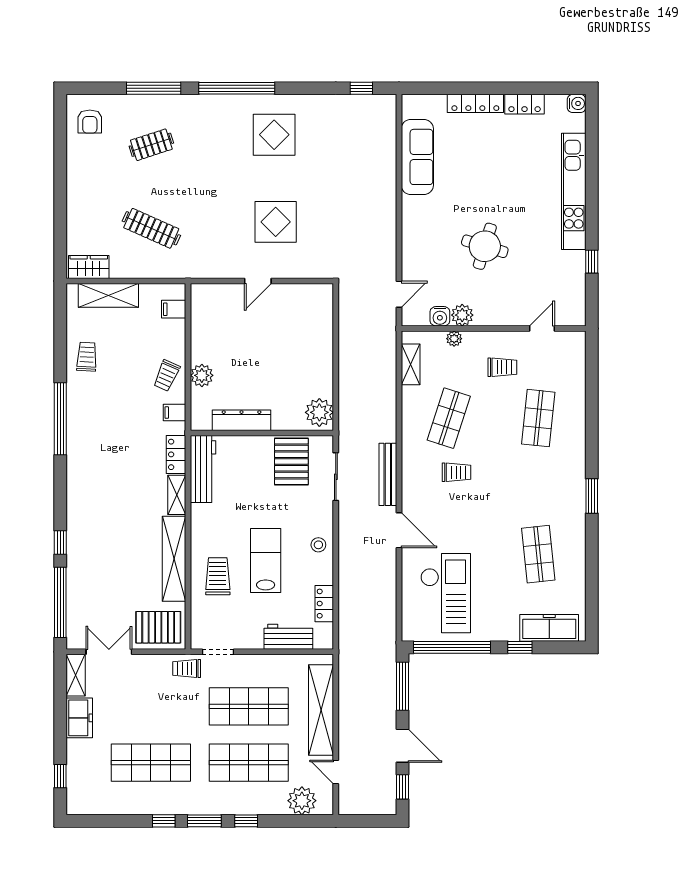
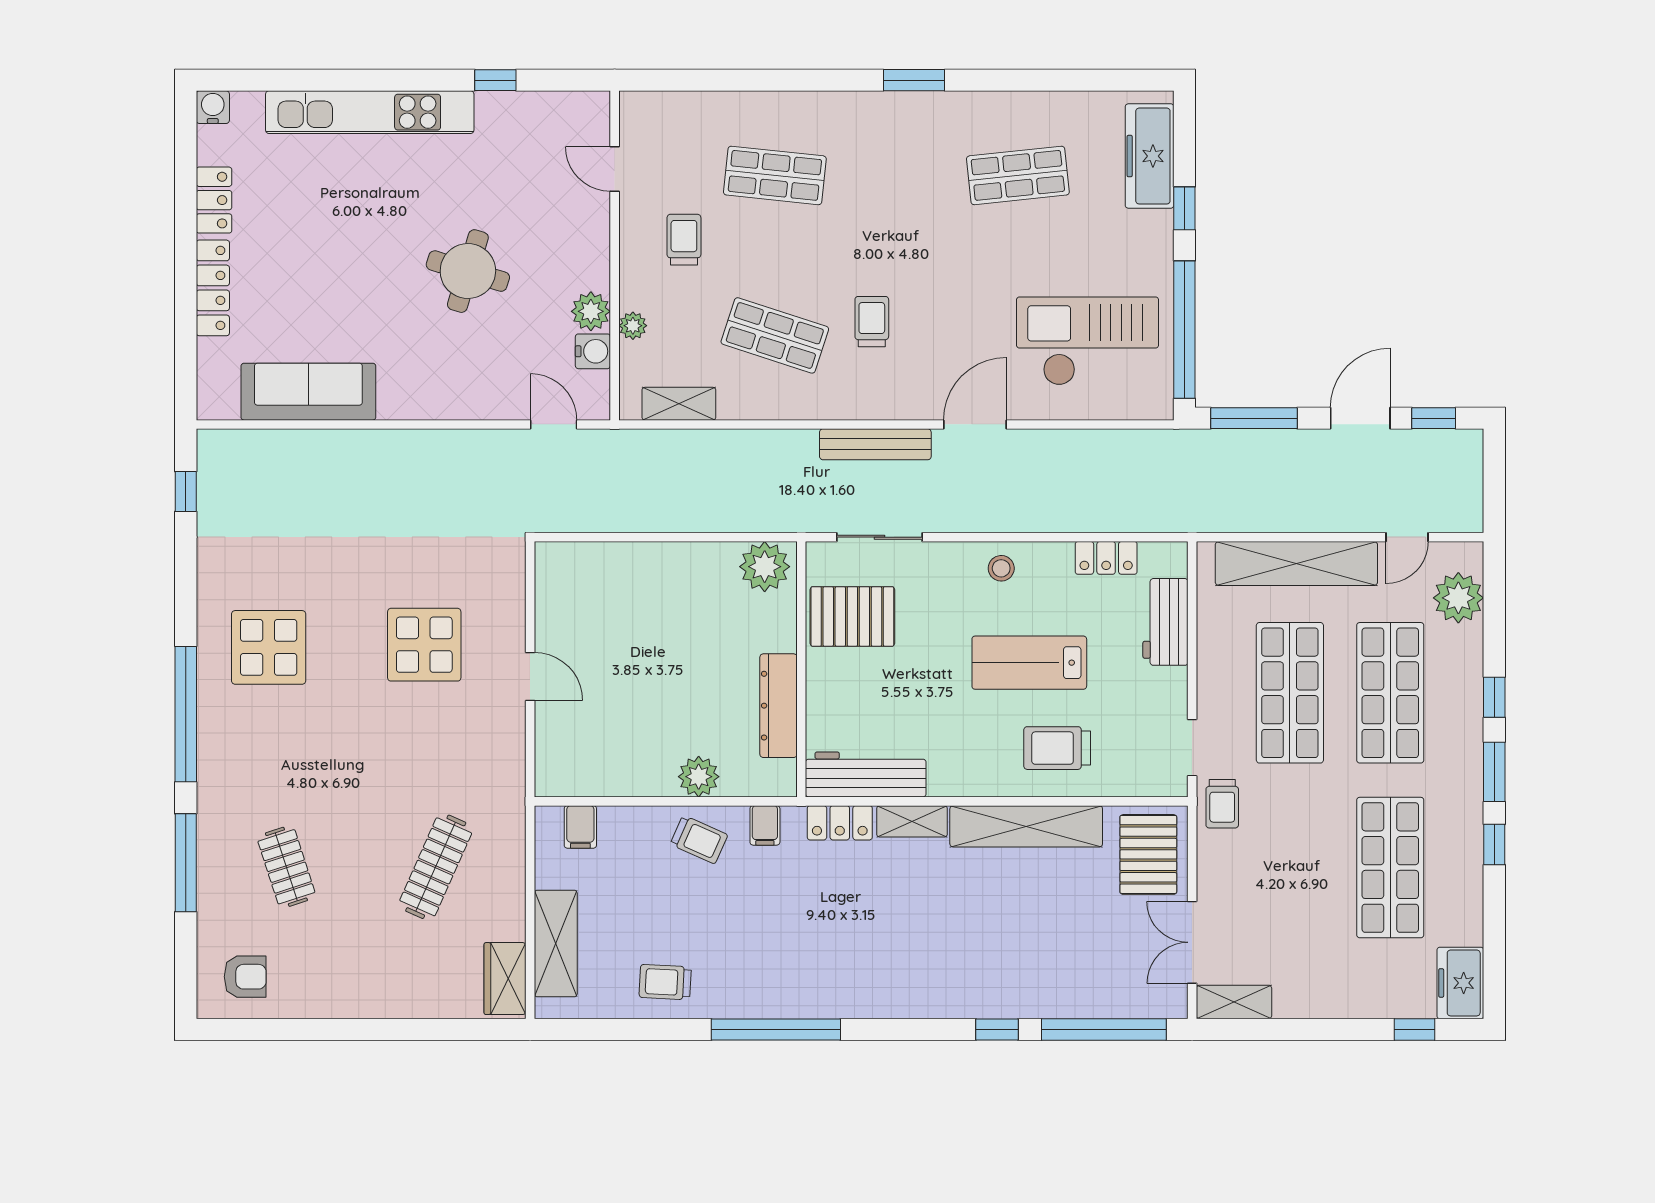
freezer: (79, 718) -> (1460, 983), moved, turned -90

